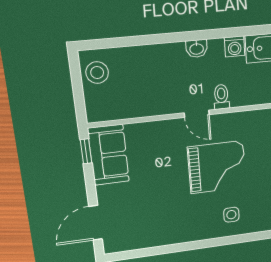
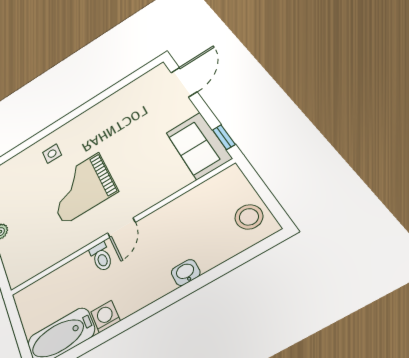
washbasin: (197, 48) -> (186, 272), moved
door: (197, 114) -> (121, 228), swing flipped

